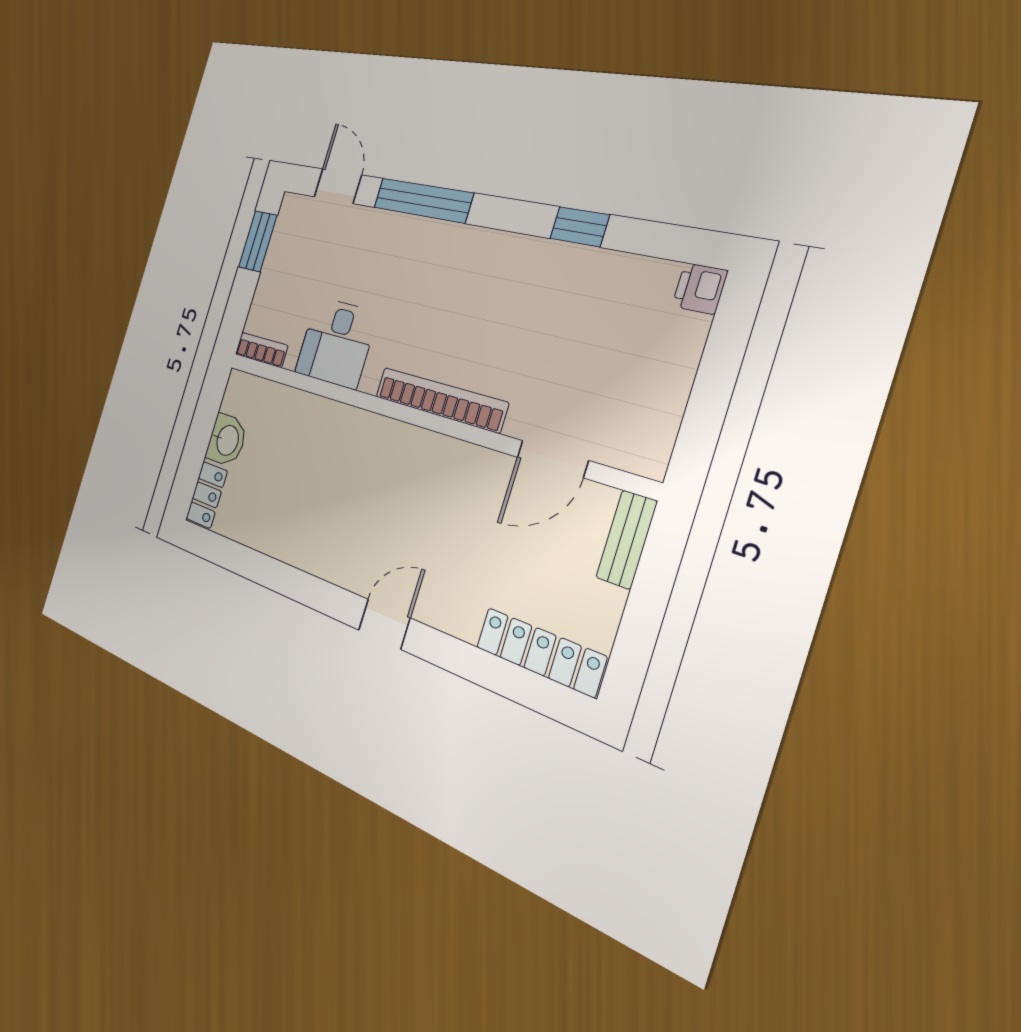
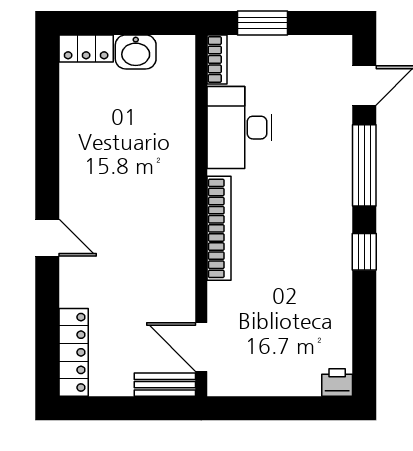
window: (580, 227) -> (364, 252), moved
window: (258, 241) -> (262, 23), moved
desk: (336, 343) -> (240, 128), width x1.37
door: (552, 459) -> (201, 347), moved

